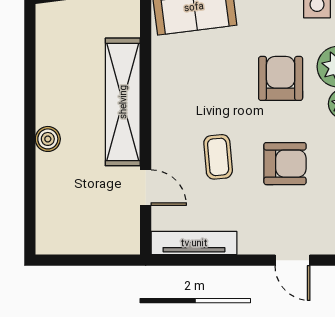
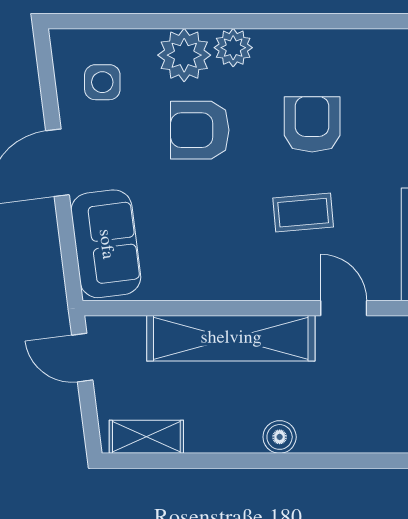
shelving: (48, 38) -> (146, 437), added
door: (146, 188) -> (344, 308), hinge flipped

